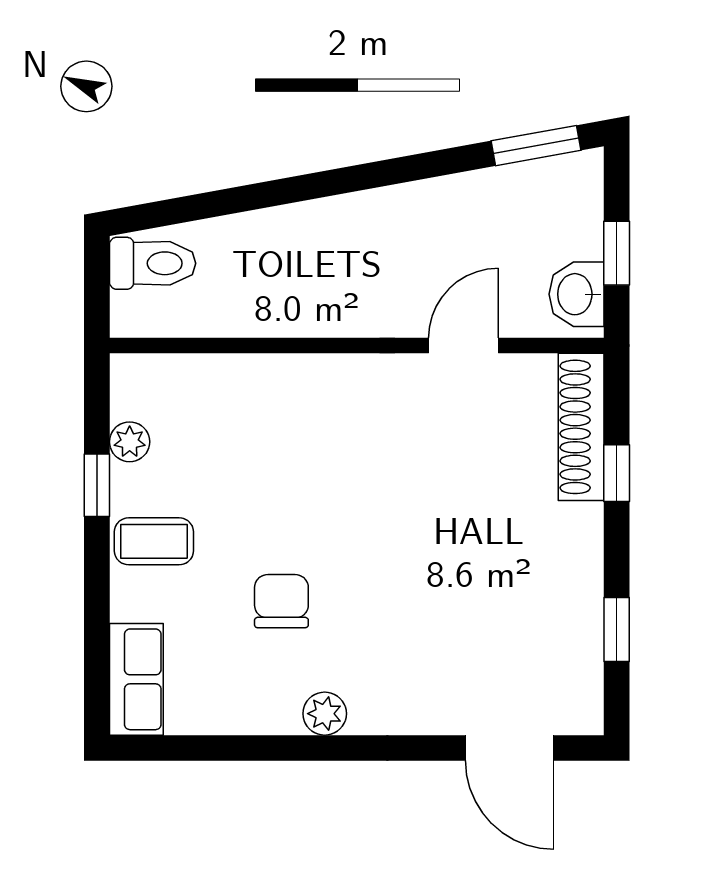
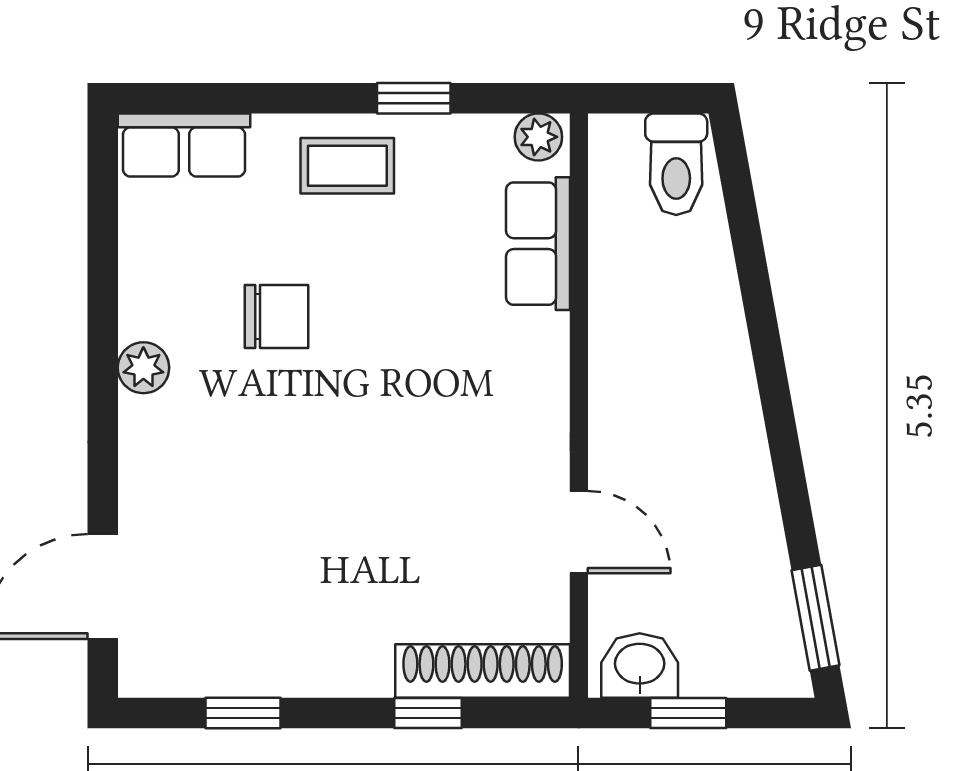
row of seats: (220, 380) -> (538, 244), added
plant: (130, 442) -> (538, 137), moved
coffee table: (154, 541) -> (347, 166), turned 90

